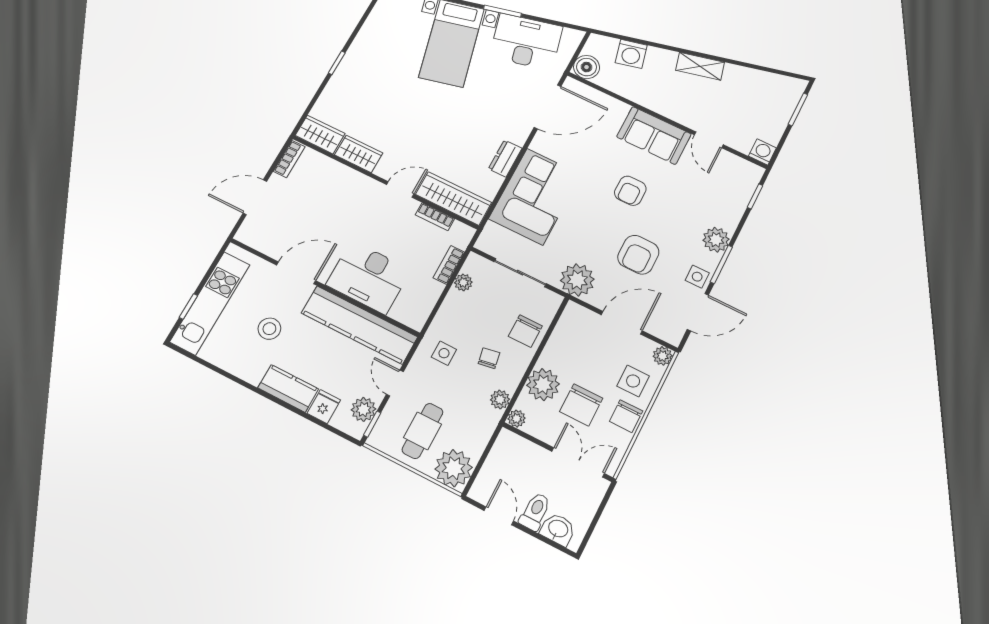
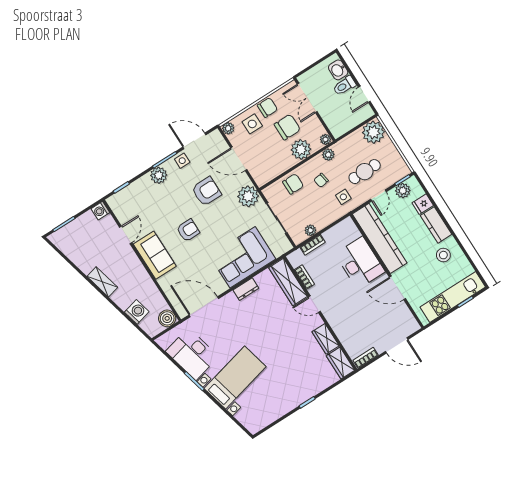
stool: (269, 329) -> (443, 255), moved
cafe table: (422, 431) -> (365, 172), moved

